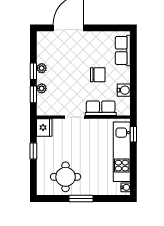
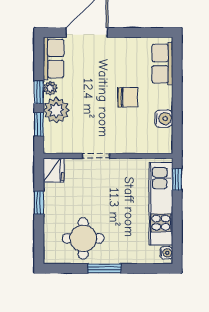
plant: (42, 88) -> (56, 110), width x1.88, depth x1.88
row of seats: (101, 108) -> (53, 59), moved, turned 90

